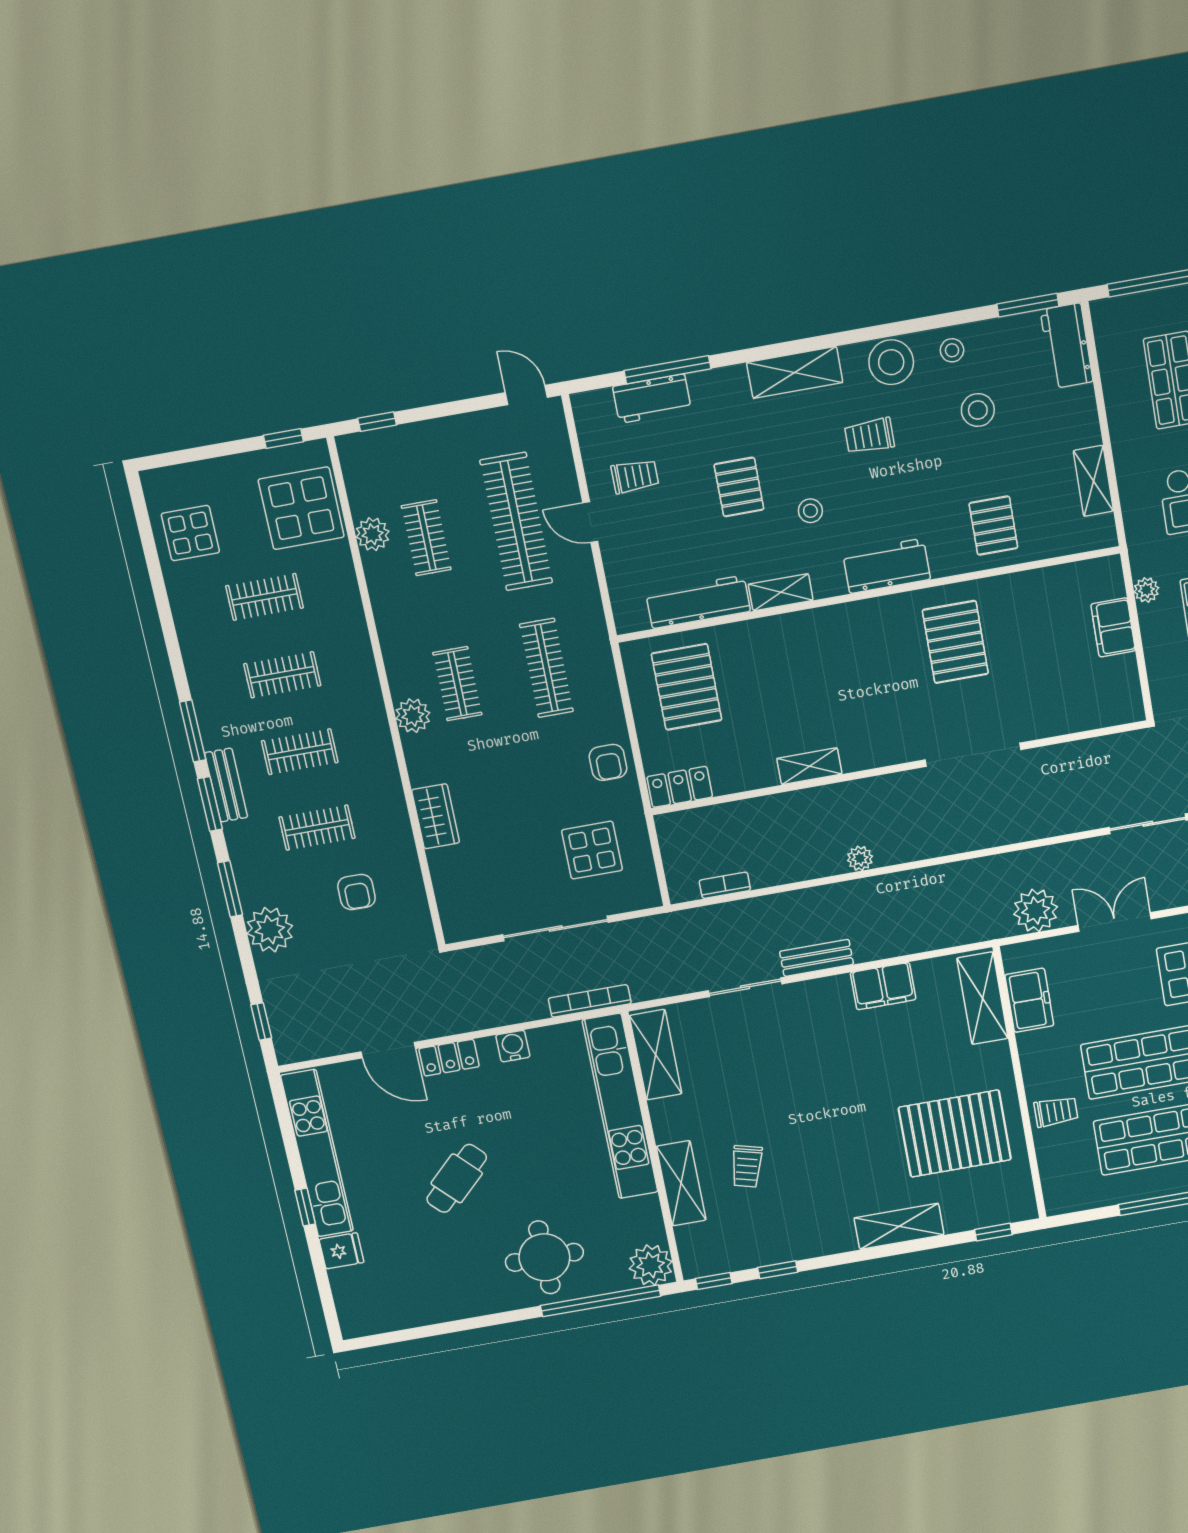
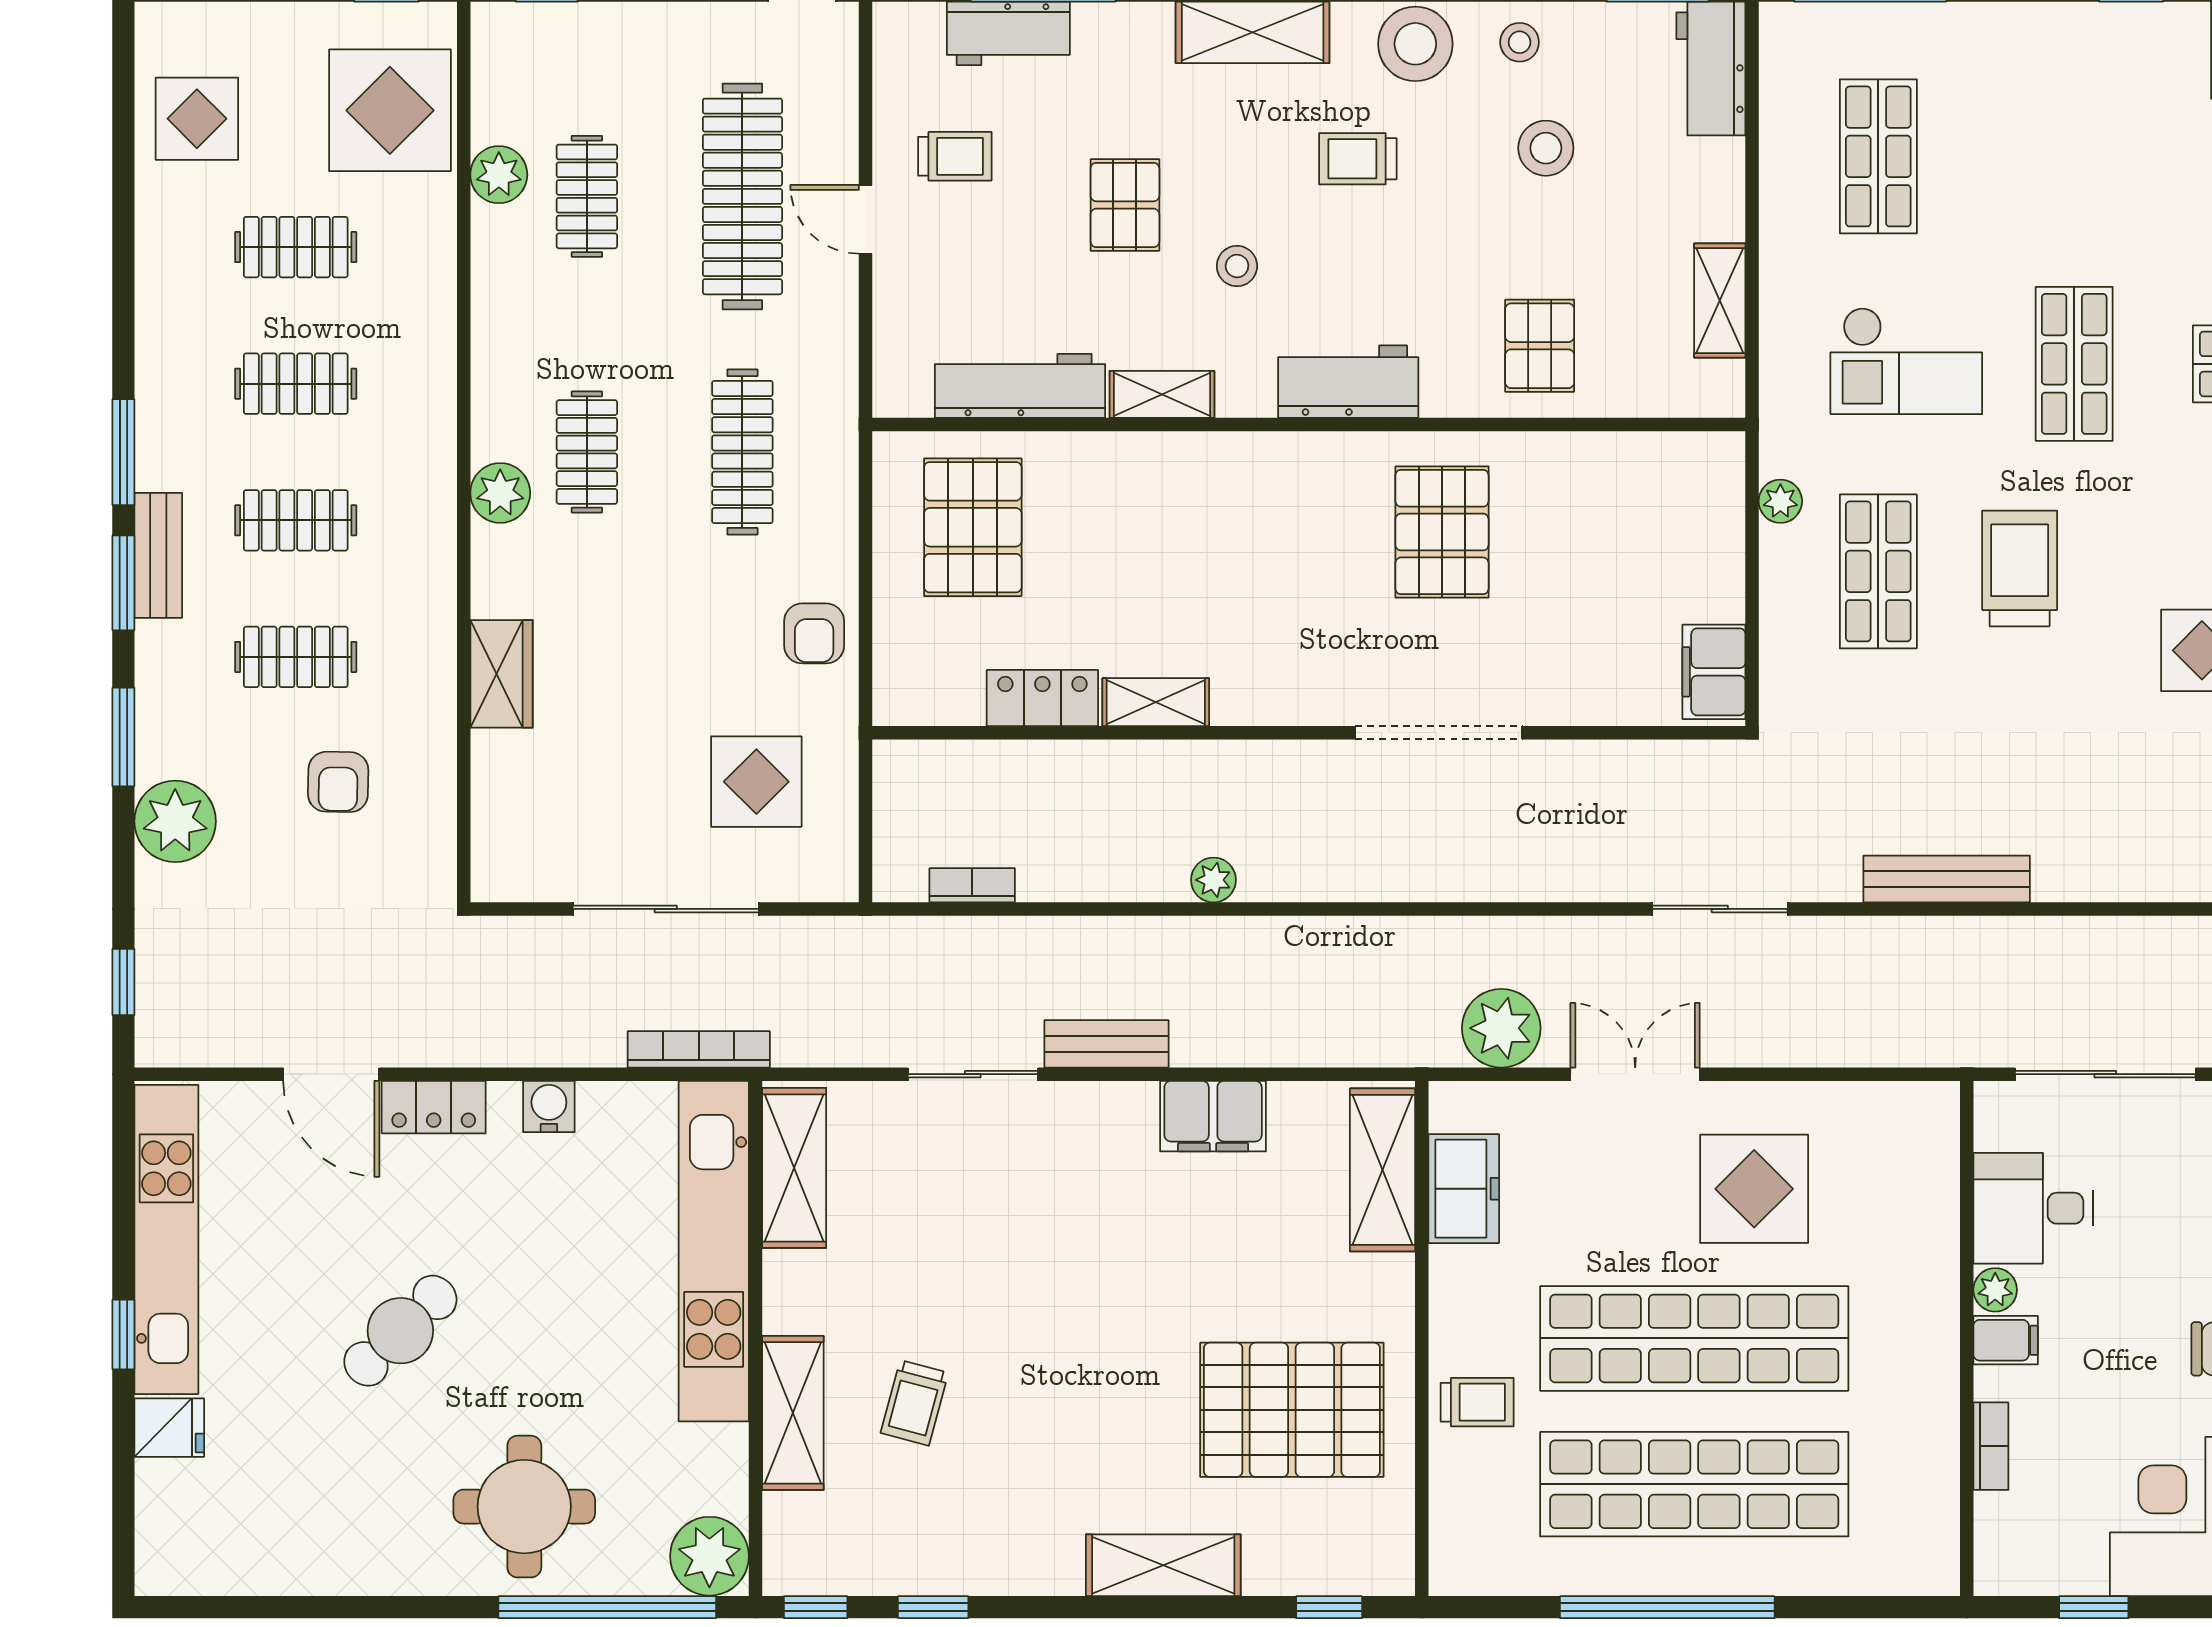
filing cabinet: (1113, 627) -> (1714, 672), moved
locker: (680, 787) -> (1042, 698), moved

